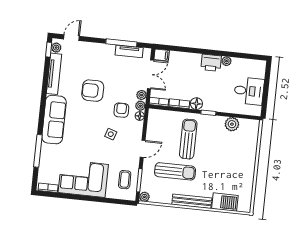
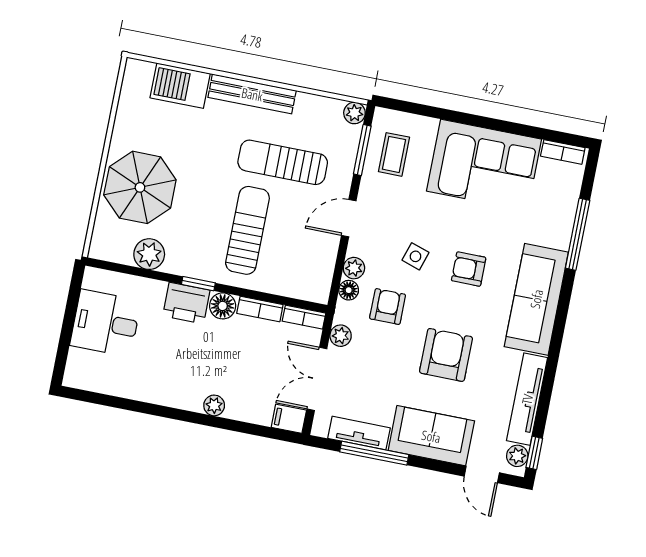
door: (72, 38) -> (482, 475), hinge flipped
sofa: (96, 53) -> (431, 436), added
plant: (227, 61) -> (214, 405), moved
printer: (211, 63) -> (186, 303), moved, turned 180
armchair: (93, 91) -> (446, 355), turned -90
plant: (140, 106) -> (354, 268), moved
armchair: (121, 110) -> (388, 307), turned 180
armchair: (86, 131) -> (469, 269), added
sun lounger: (188, 139) -> (247, 230), turned 180
parasol: (239, 154) -> (140, 187), added

